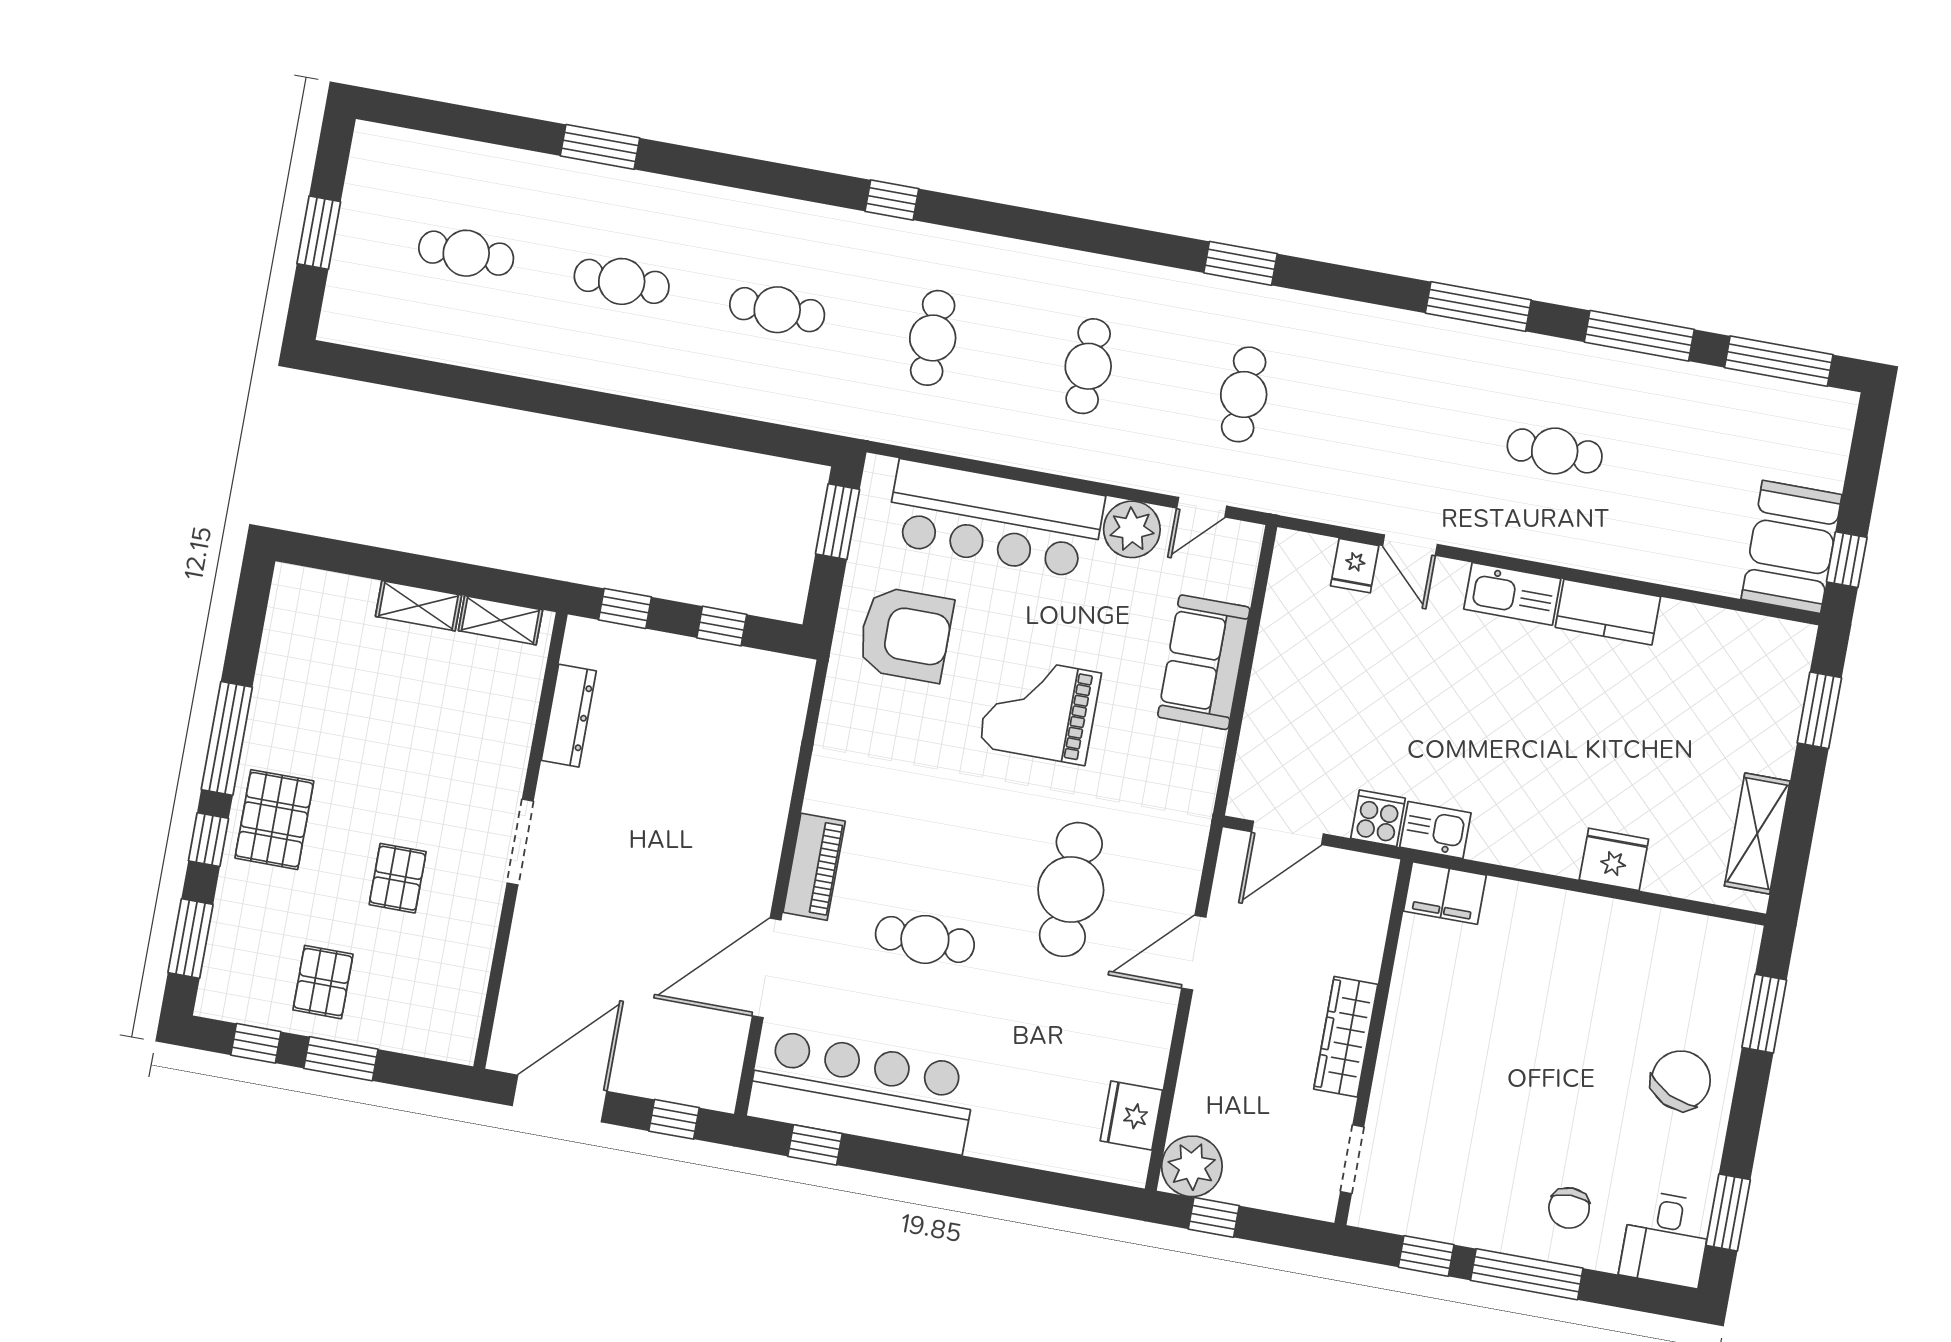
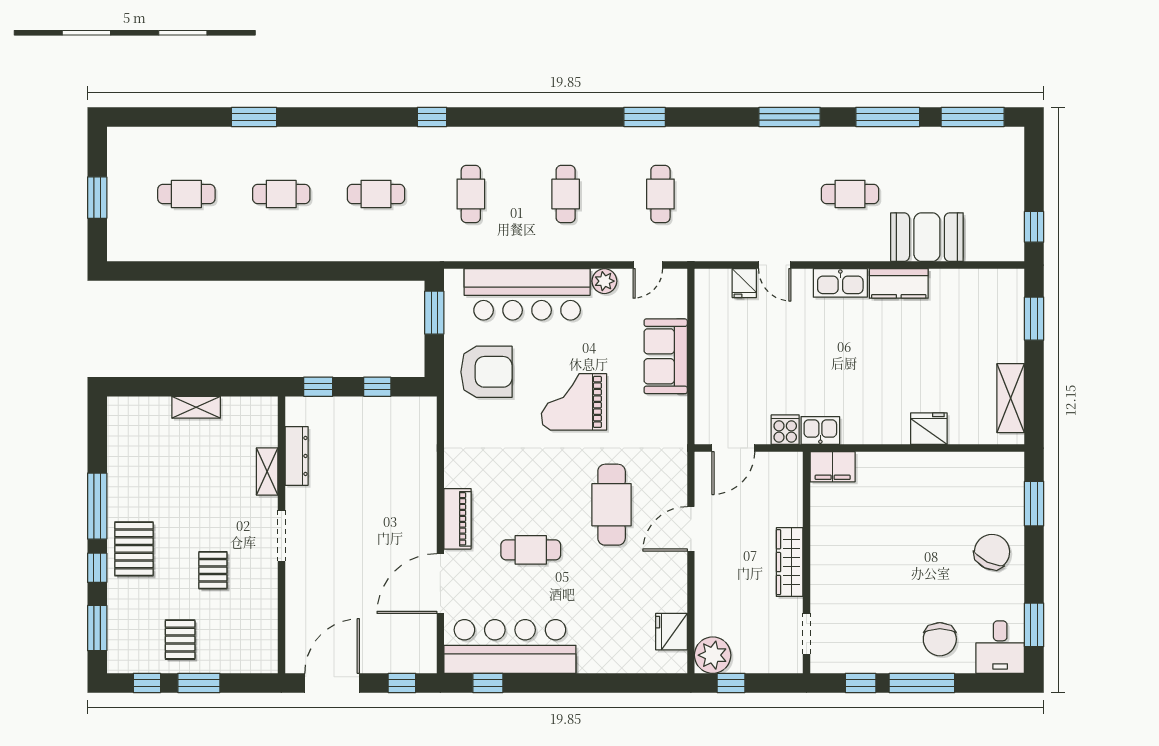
plant: (1132, 529) -> (604, 281), width x0.73, depth x0.73
booth: (1792, 547) -> (927, 237), moved, turned 90
shelving: (500, 620) -> (267, 471), moved, turned 90
chair: (1569, 1208) -> (940, 639), width x1.37, depth x1.37

